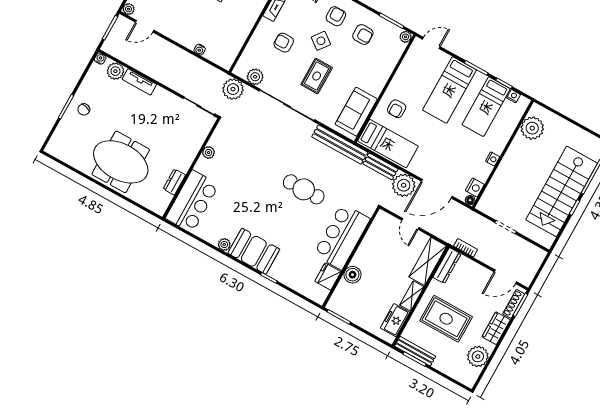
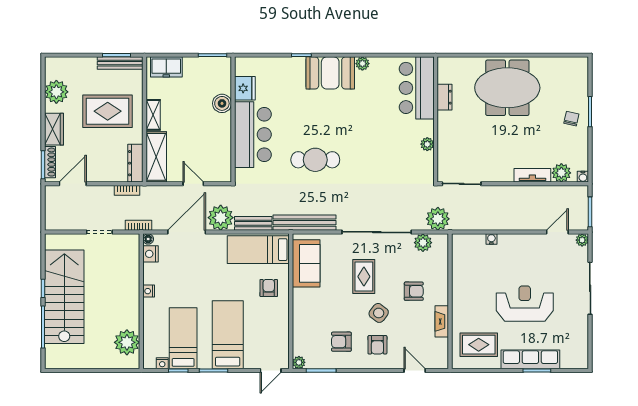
bookcase: (472, 215) -> (138, 225), added
freezer: (395, 320) -> (166, 67), moved, turned 90

